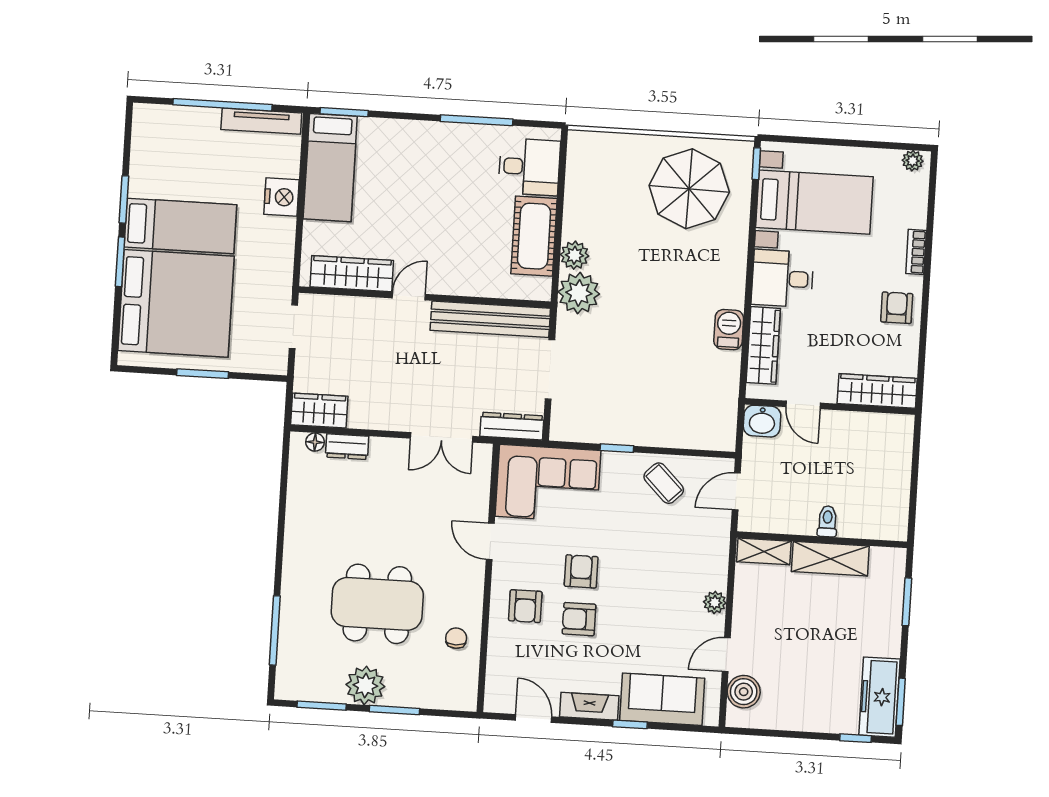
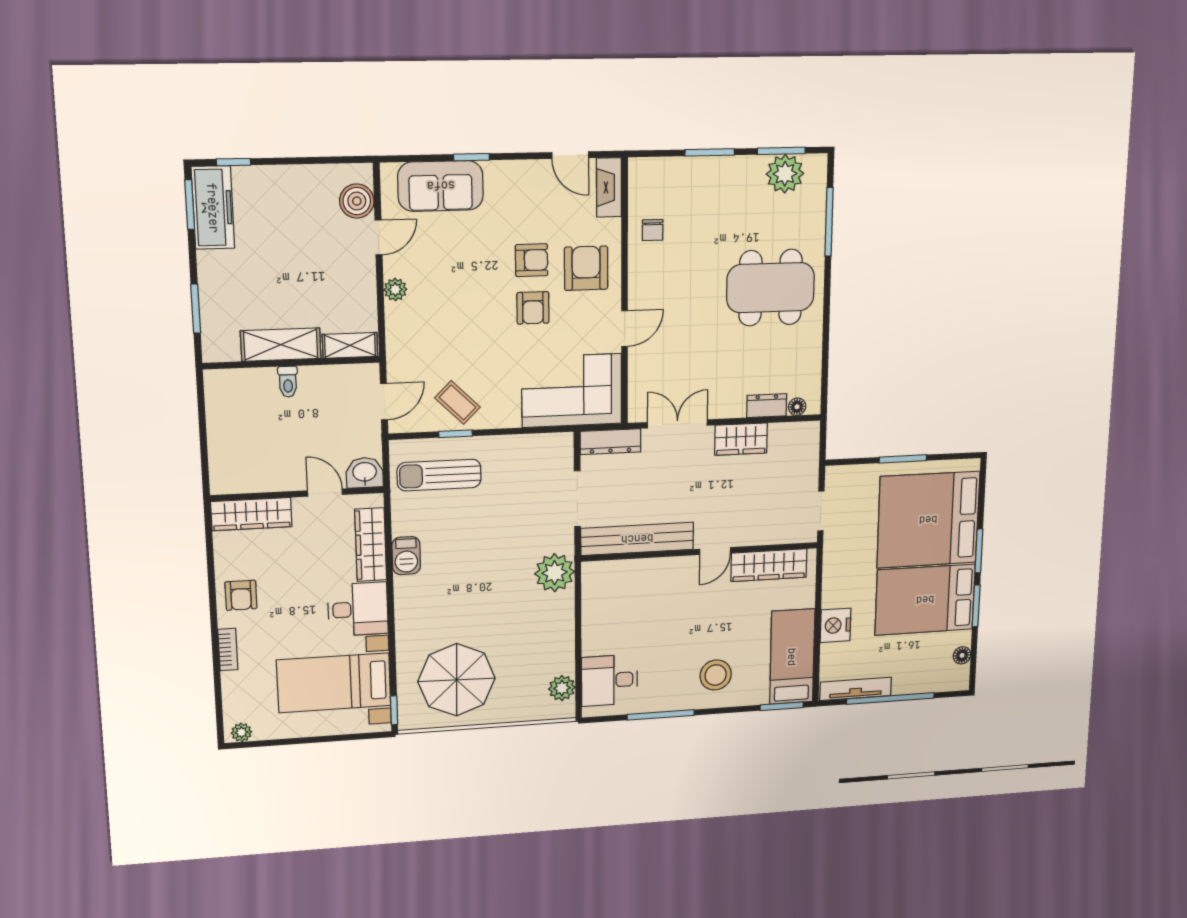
floor lamp: (140, 144) -> (962, 655), added
stool: (415, 158) -> (716, 675), added
bed: (180, 226) -> (925, 600), width x1.50
cot: (534, 236) -> (601, 619), removed
plant: (575, 255) -> (562, 688), moved
sun lounger: (688, 410) -> (439, 475), added
wardrobe: (319, 411) -> (741, 439), moved
window: (617, 448) -> (456, 434), moved
door: (490, 541) -> (625, 329), hinge flipped
dining table: (377, 604) -> (770, 288), moved
armchair: (525, 606) -> (586, 268), width x1.38, depth x1.38
plant: (365, 685) -> (785, 174), moved
fireplace: (589, 706) -> (609, 187), moved, turned 90

